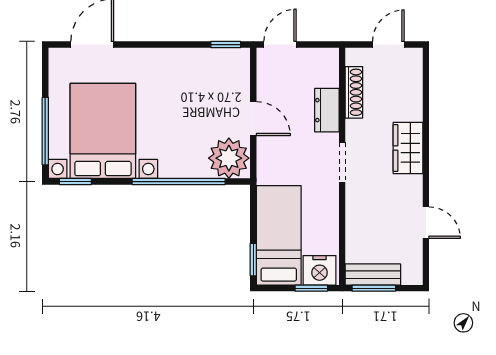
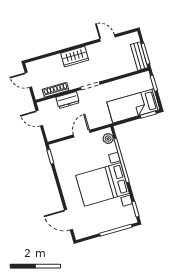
door: (280, 45) -> (39, 118), moved
bed with nightstands: (103, 131) -> (103, 184), moved
plant: (229, 158) -> (108, 139), width x0.53, depth x0.53
door: (426, 223) -> (107, 38), hinge flipped
nightstand: (320, 270) -> (144, 82), removed

